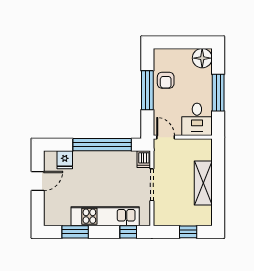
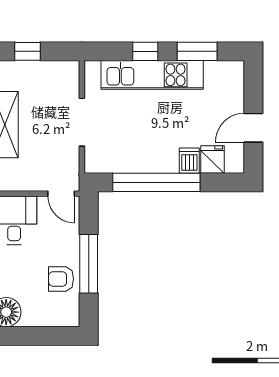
armchair: (166, 80) -> (61, 279), turned -90
dishwasher: (144, 159) -> (189, 161), moved
window: (128, 232) -> (145, 51), moved

